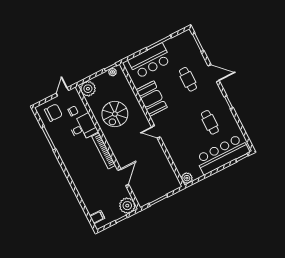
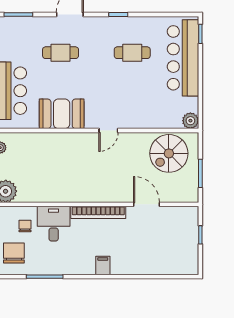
spiral stairs: (115, 114) -> (169, 153), moved, turned 90
plant: (127, 206) -> (187, 218), removed
filing cabinet: (97, 217) -> (103, 266), moved

